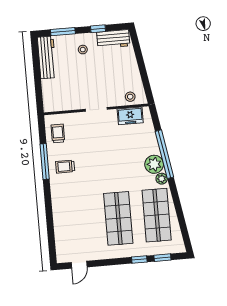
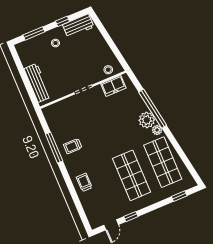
workbench: (47, 57) -> (37, 83), moved
trolley: (58, 134) -> (84, 182), moved
window: (139, 260) -> (131, 217), moved

